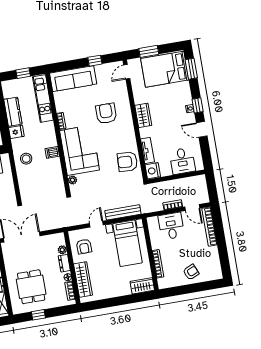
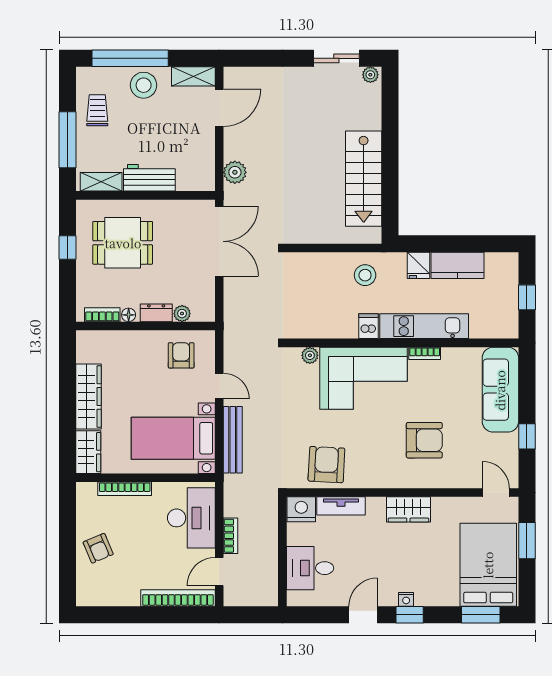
kitchen unit: (43, 98) -> (424, 326), moved
desk: (171, 226) -> (191, 518), width x1.37
armchair: (84, 246) -> (181, 355), turned 90
wardrobe: (83, 280) -> (88, 396), moved, turned -90

